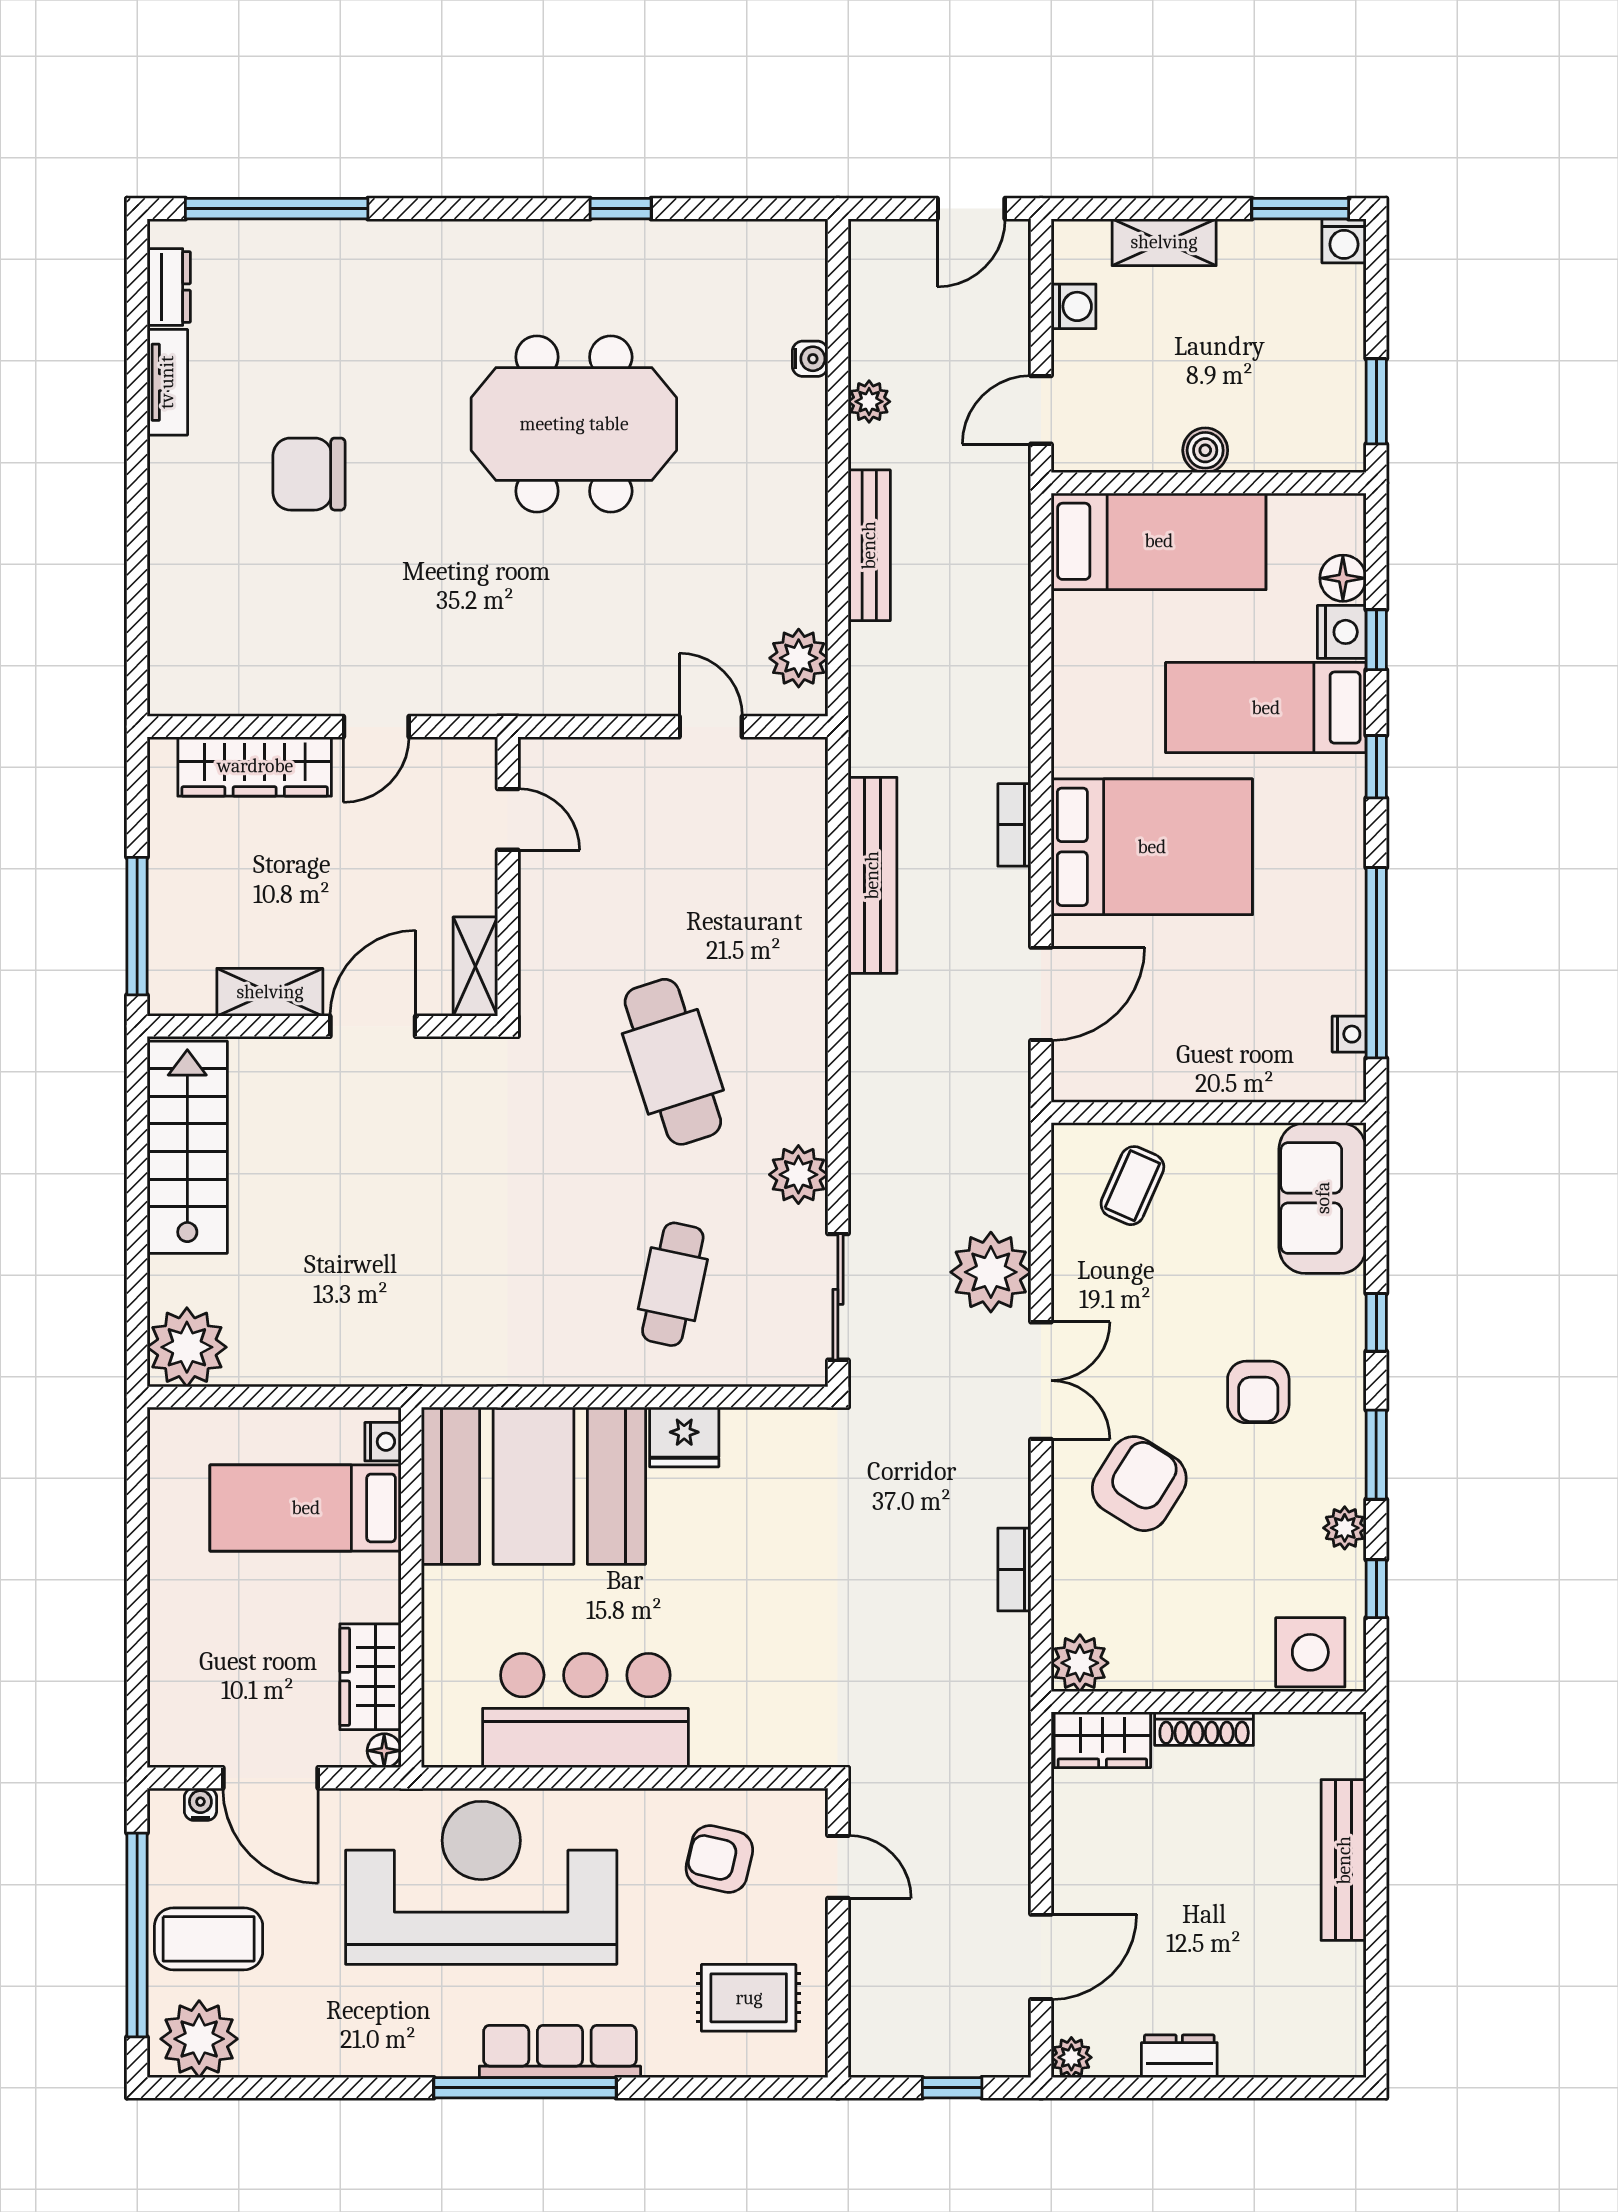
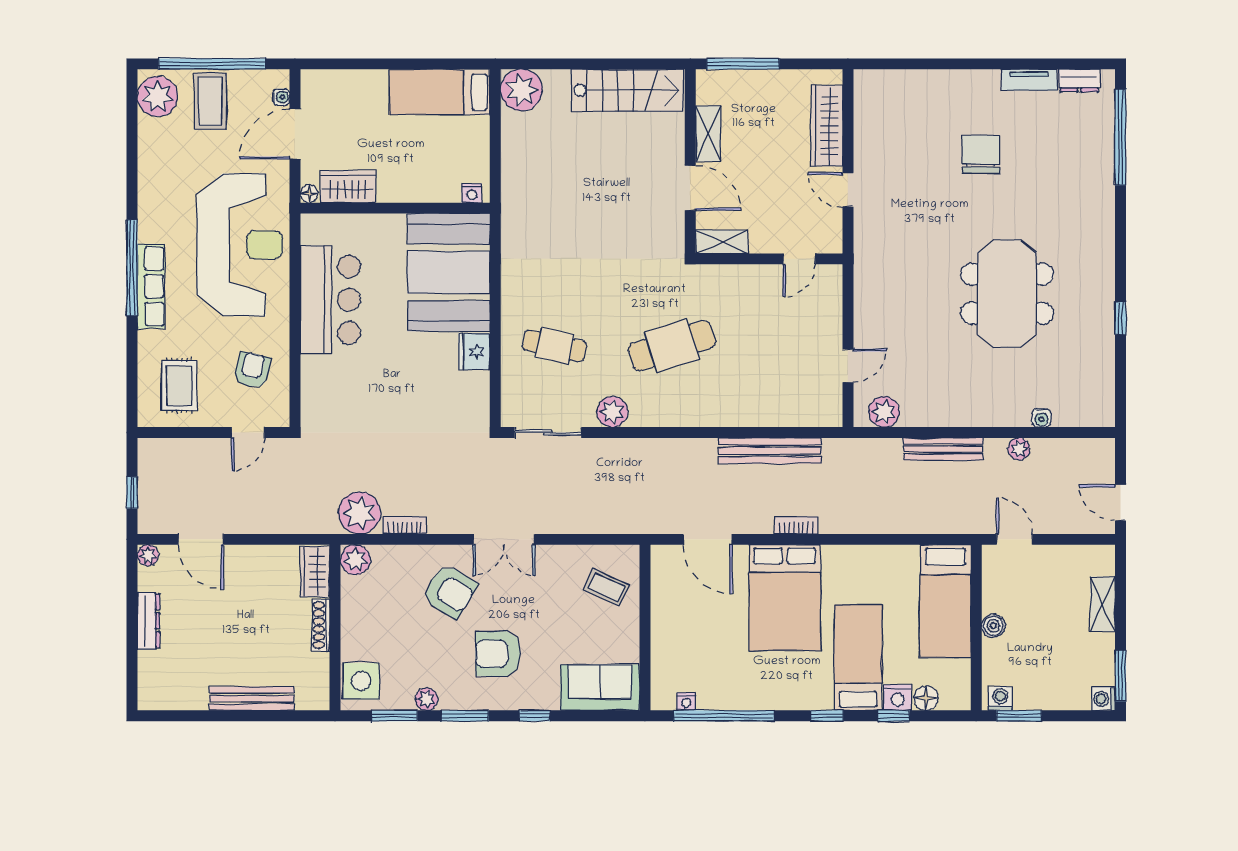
washing machine: (1074, 306) -> (1000, 699), moved, turned 180
plant: (991, 1272) -> (360, 513), moved
armchair: (1258, 1392) -> (498, 654), width x1.38, depth x1.38
bed: (306, 1508) -> (440, 92), moved, turned -90
window: (1376, 1589) -> (394, 716), width x1.50
dresser: (1179, 2056) -> (149, 621), width x1.44

